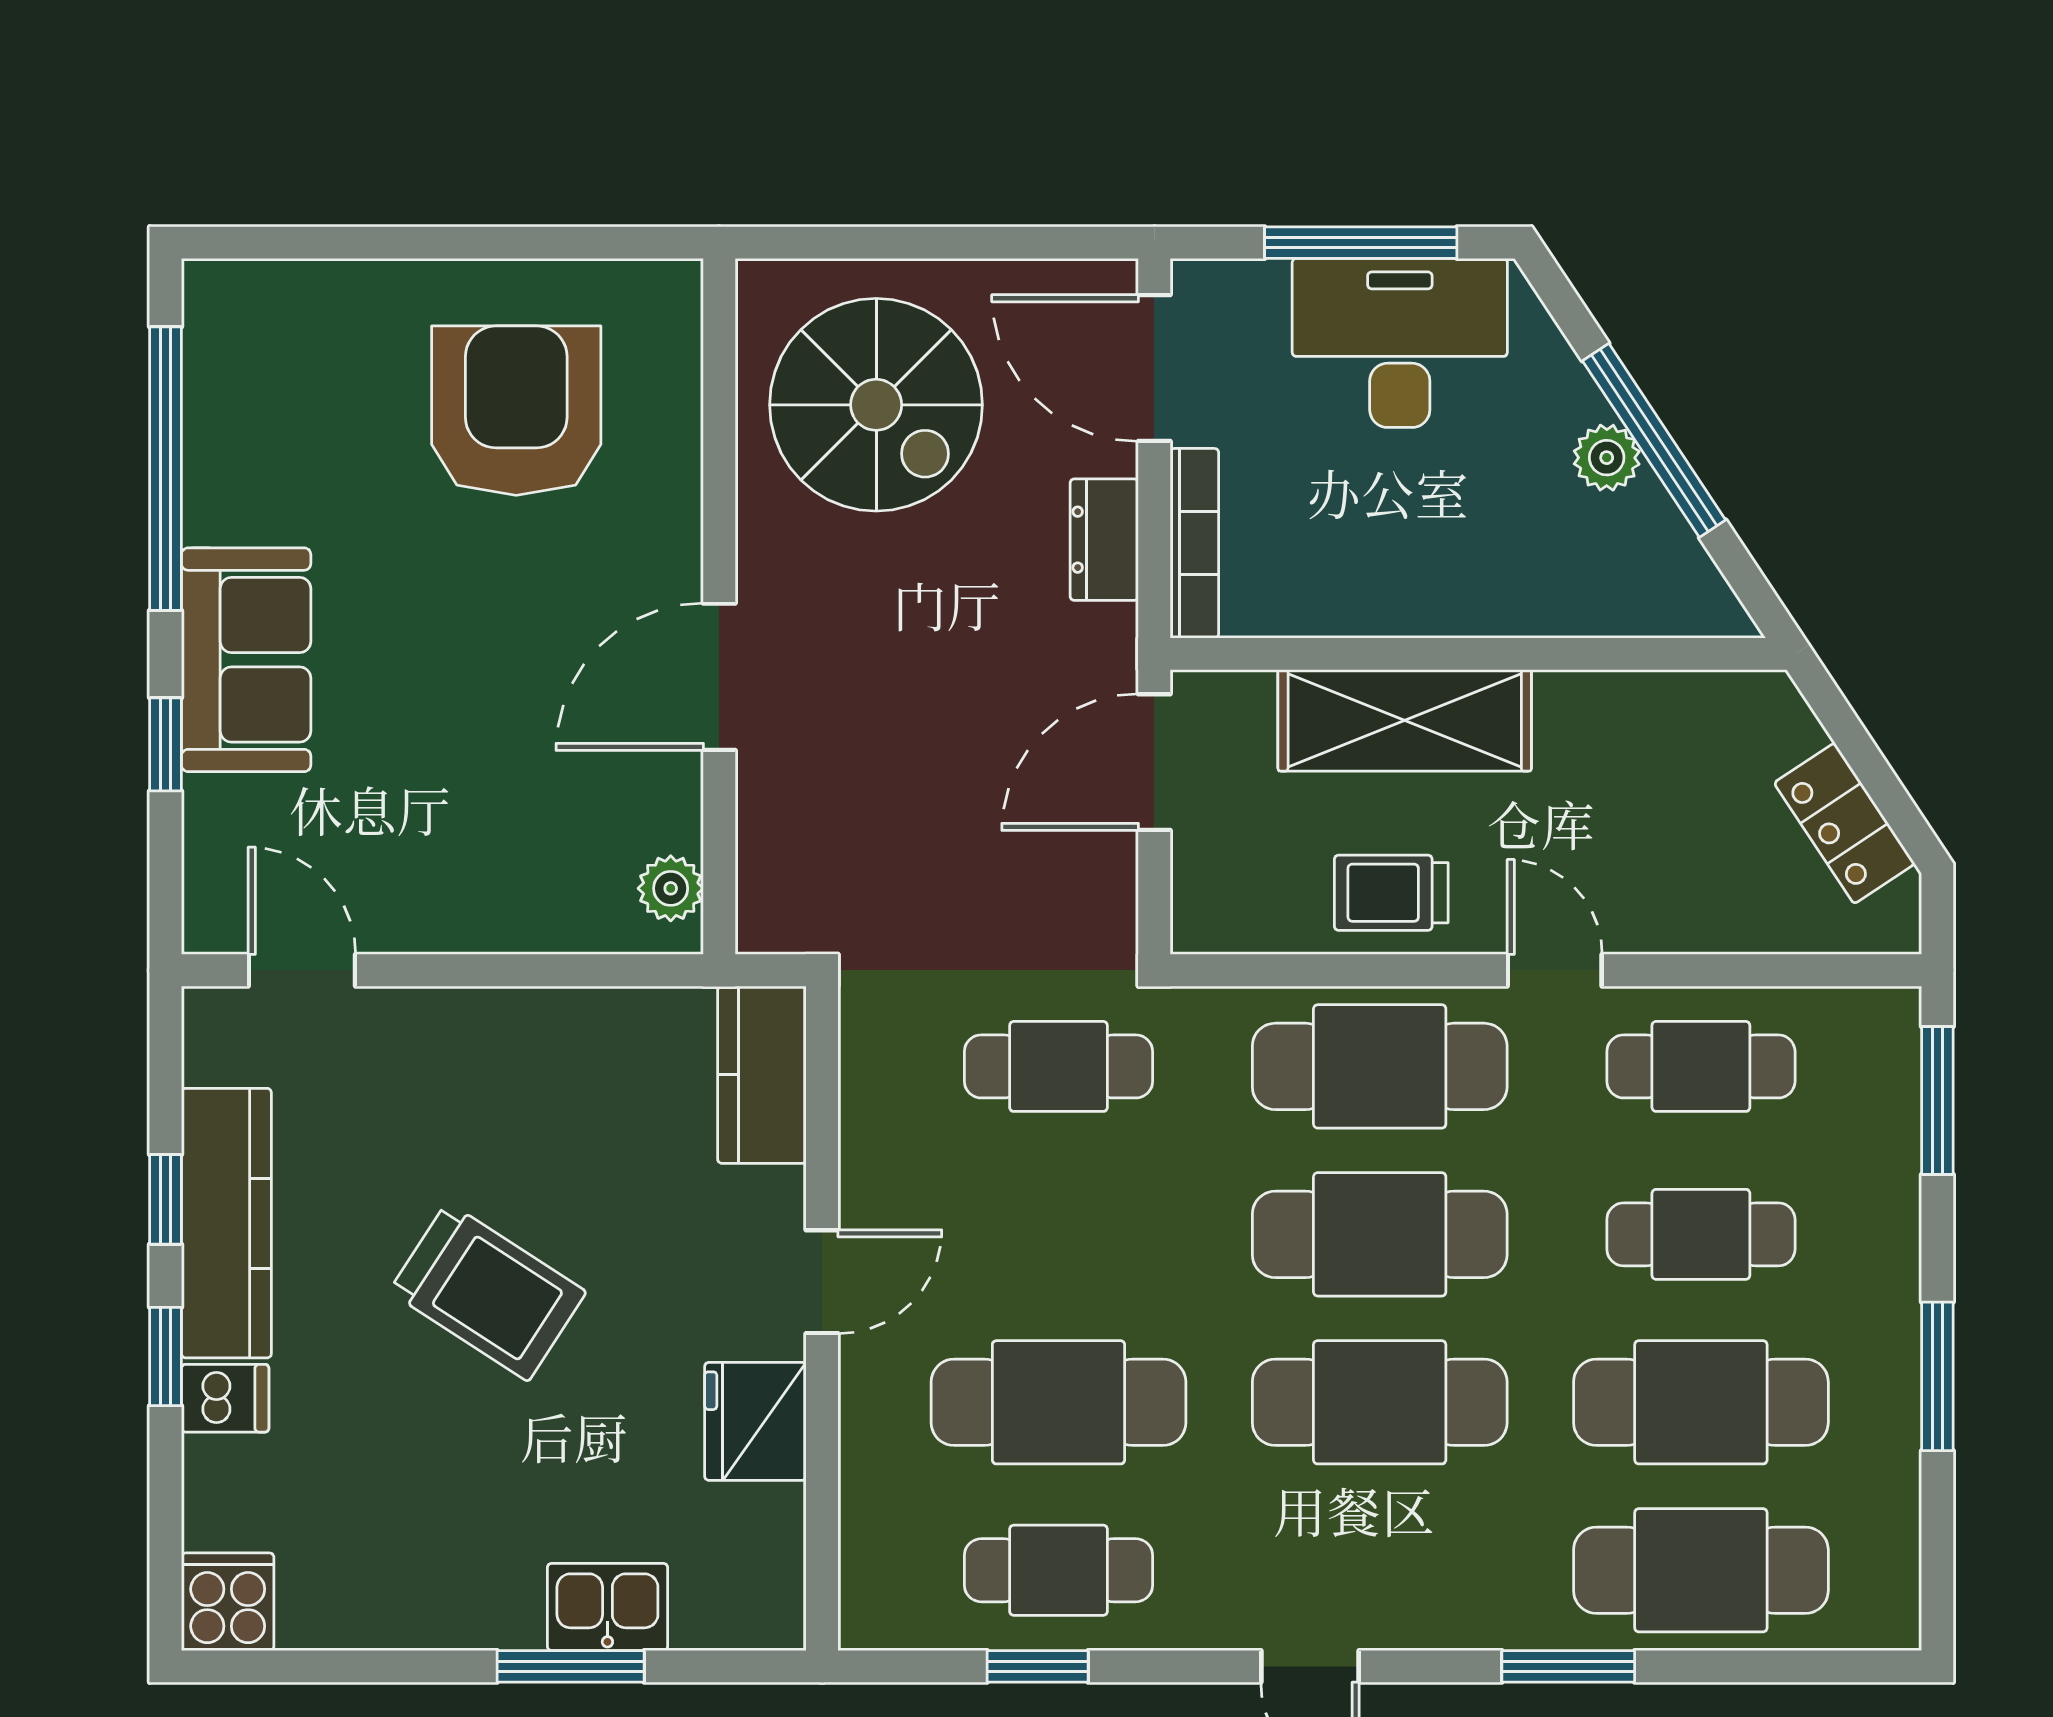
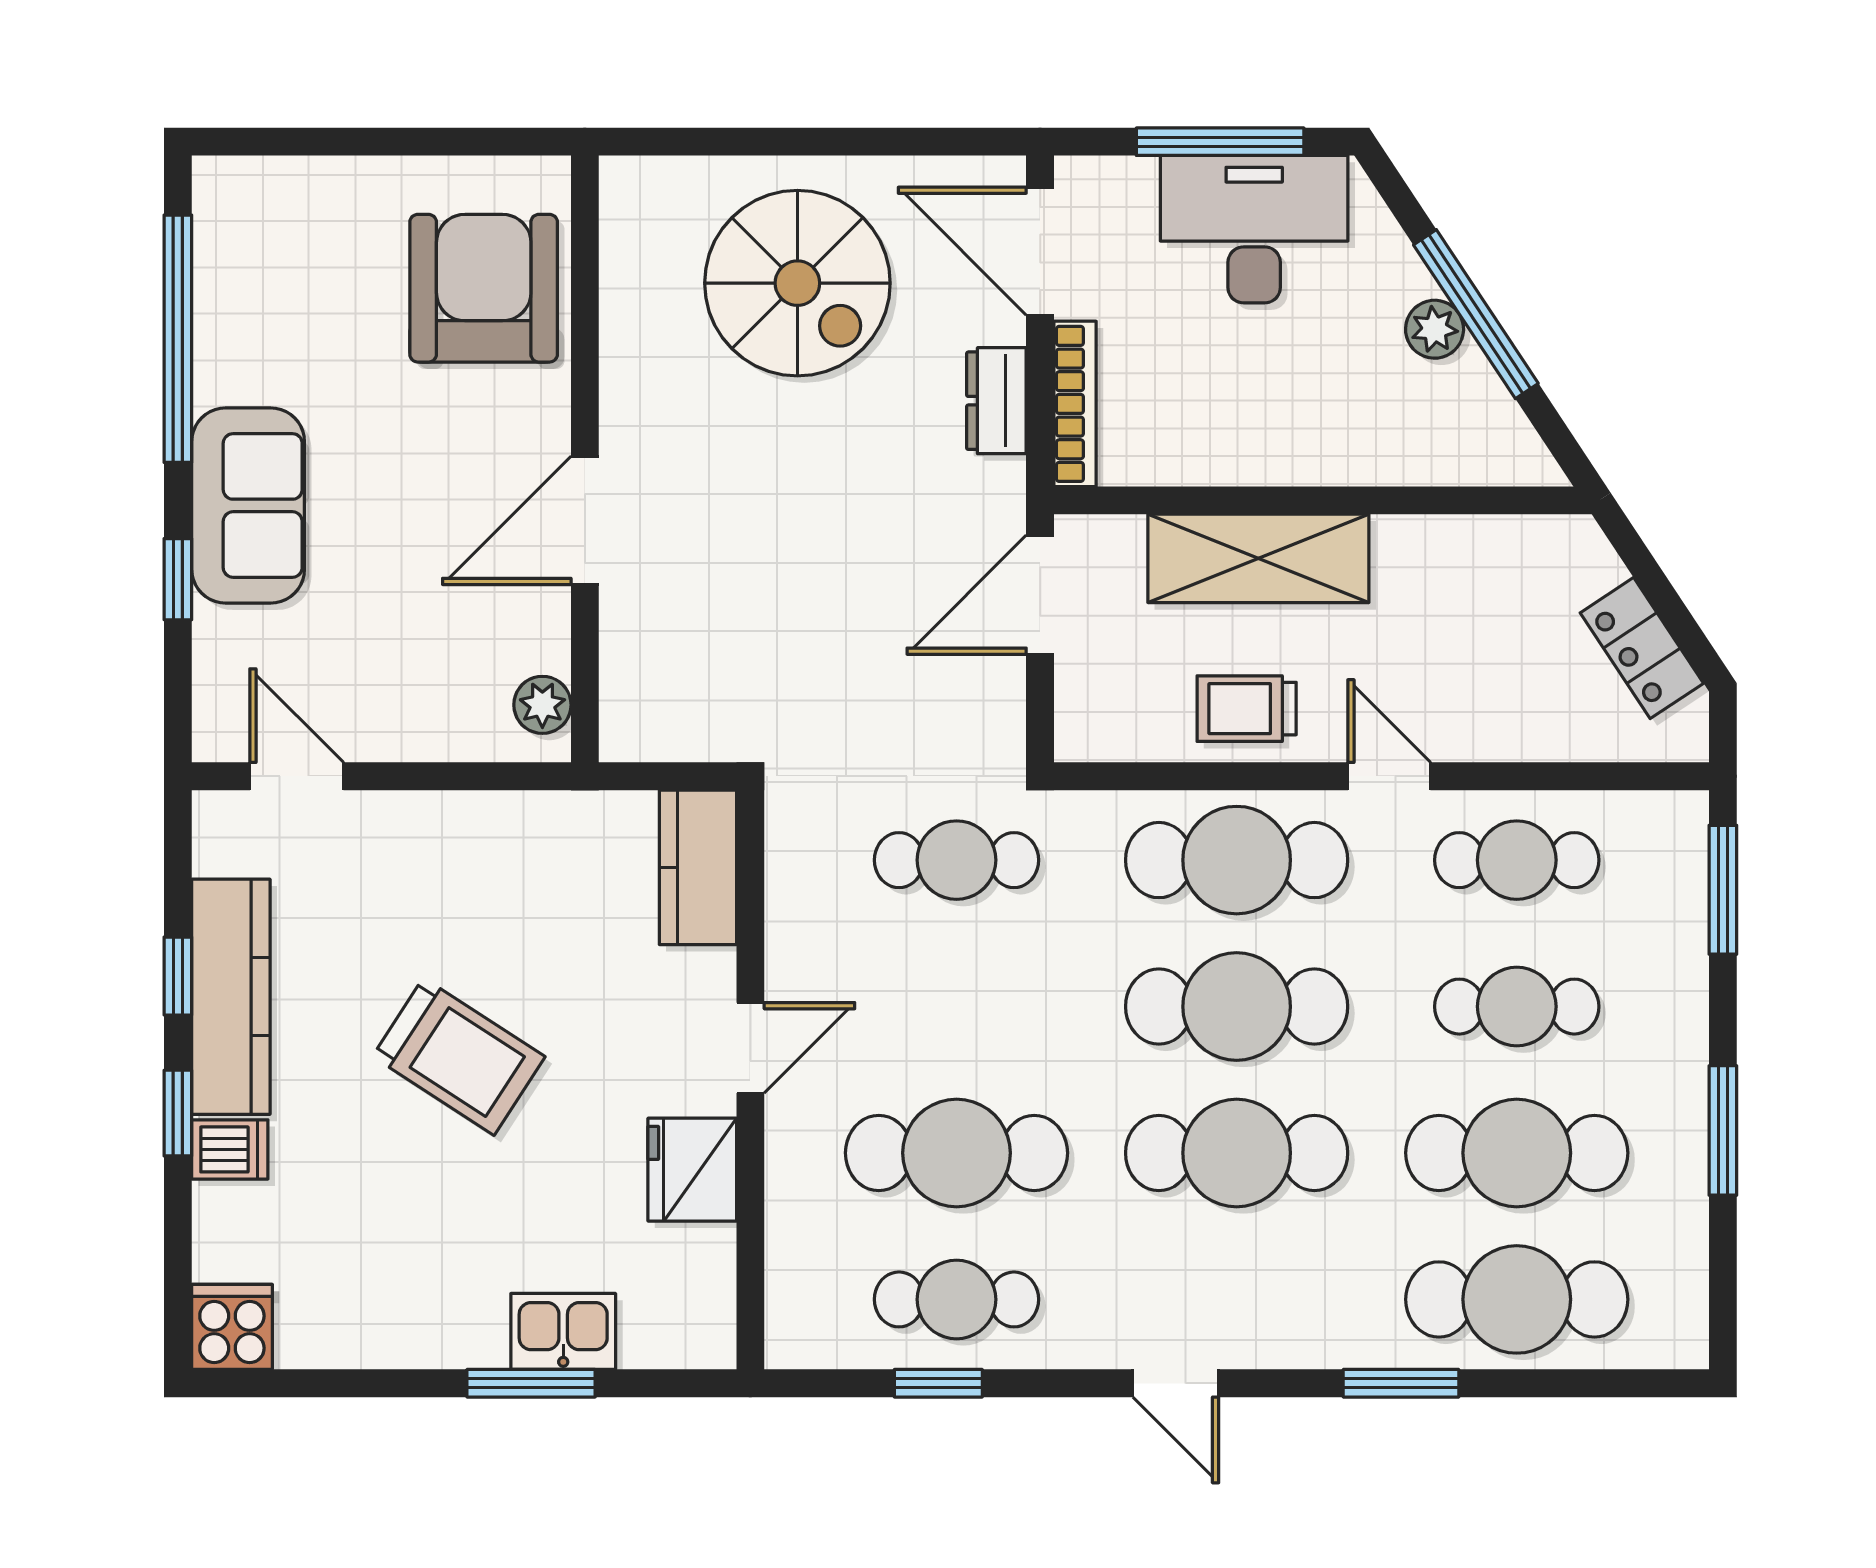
wall: (719, 606) -> (585, 459), moved
door: (719, 677) -> (585, 520), moved
plant: (671, 888) -> (542, 705), moved

